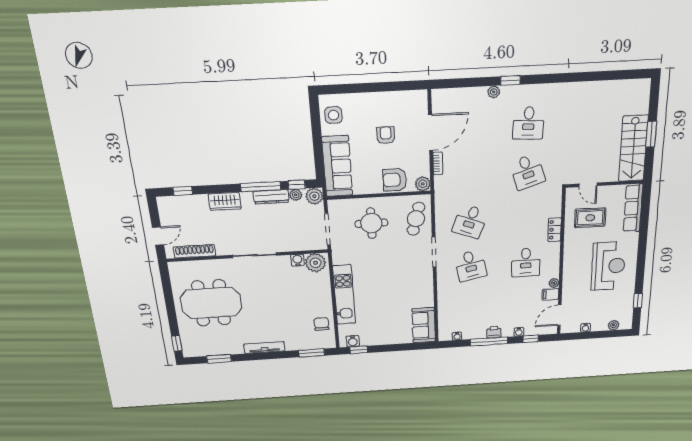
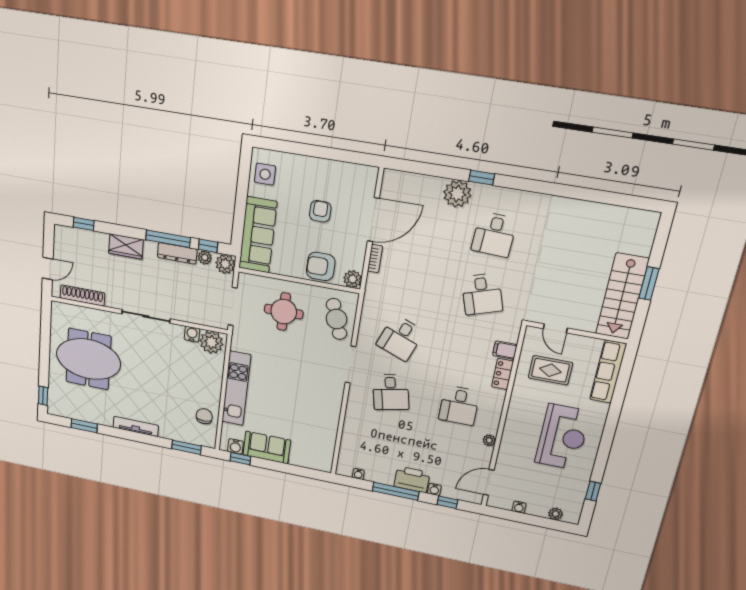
plant: (494, 92) -> (457, 194), width x1.88, depth x1.88
cafe table: (416, 219) -> (337, 319), turned -35
filing cabinet: (550, 294) -> (505, 350), moved
sofa: (424, 325) -> (267, 448), moved, turned 90
printer: (494, 332) -> (412, 479), width x1.87, depth x1.48

